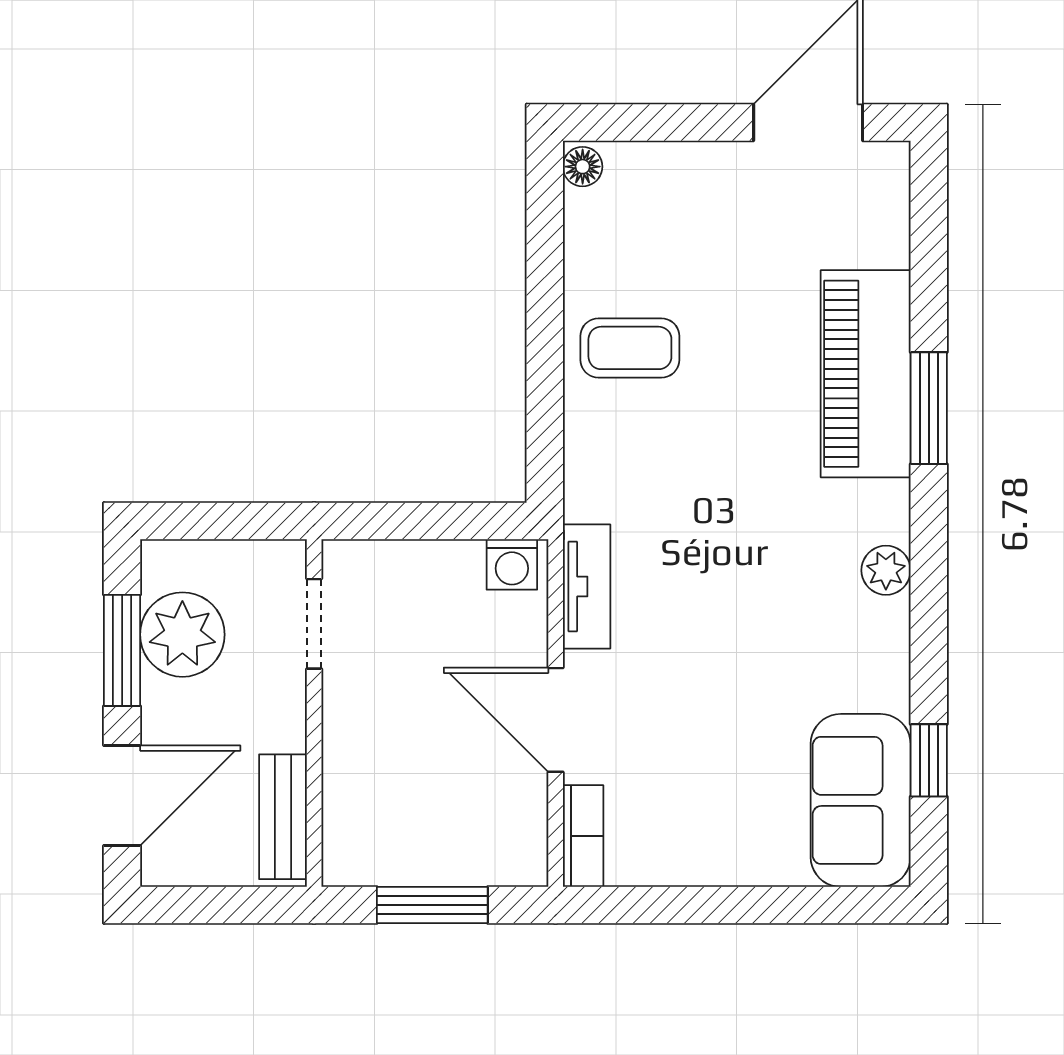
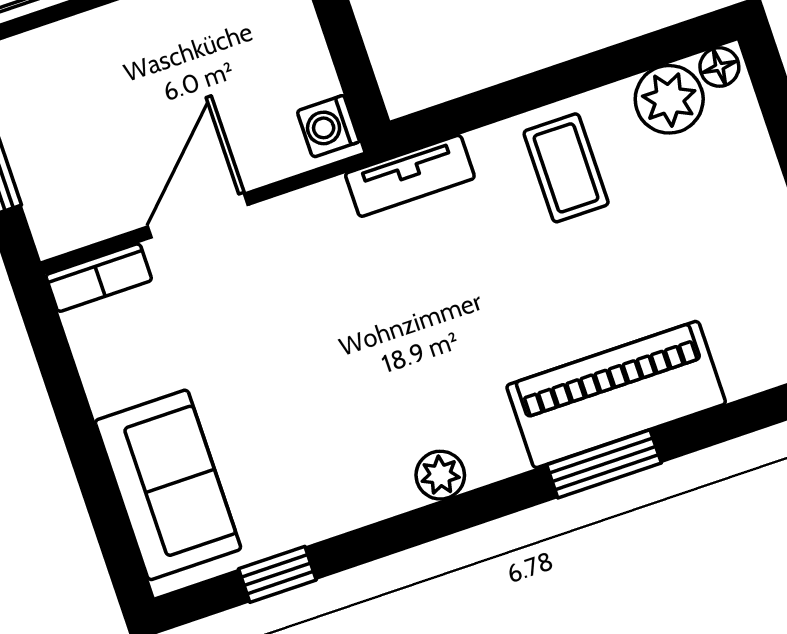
plant: (597, 226) -> (669, 99), added
tv unit: (587, 586) -> (410, 176), moved
sofa: (861, 800) -> (168, 485), moved, turned 90

